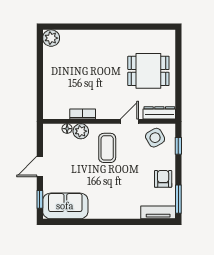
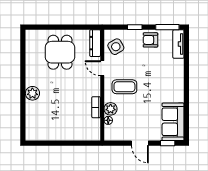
plant: (51, 38) -> (32, 93), moved
window: (178, 146) -> (135, 27), moved

